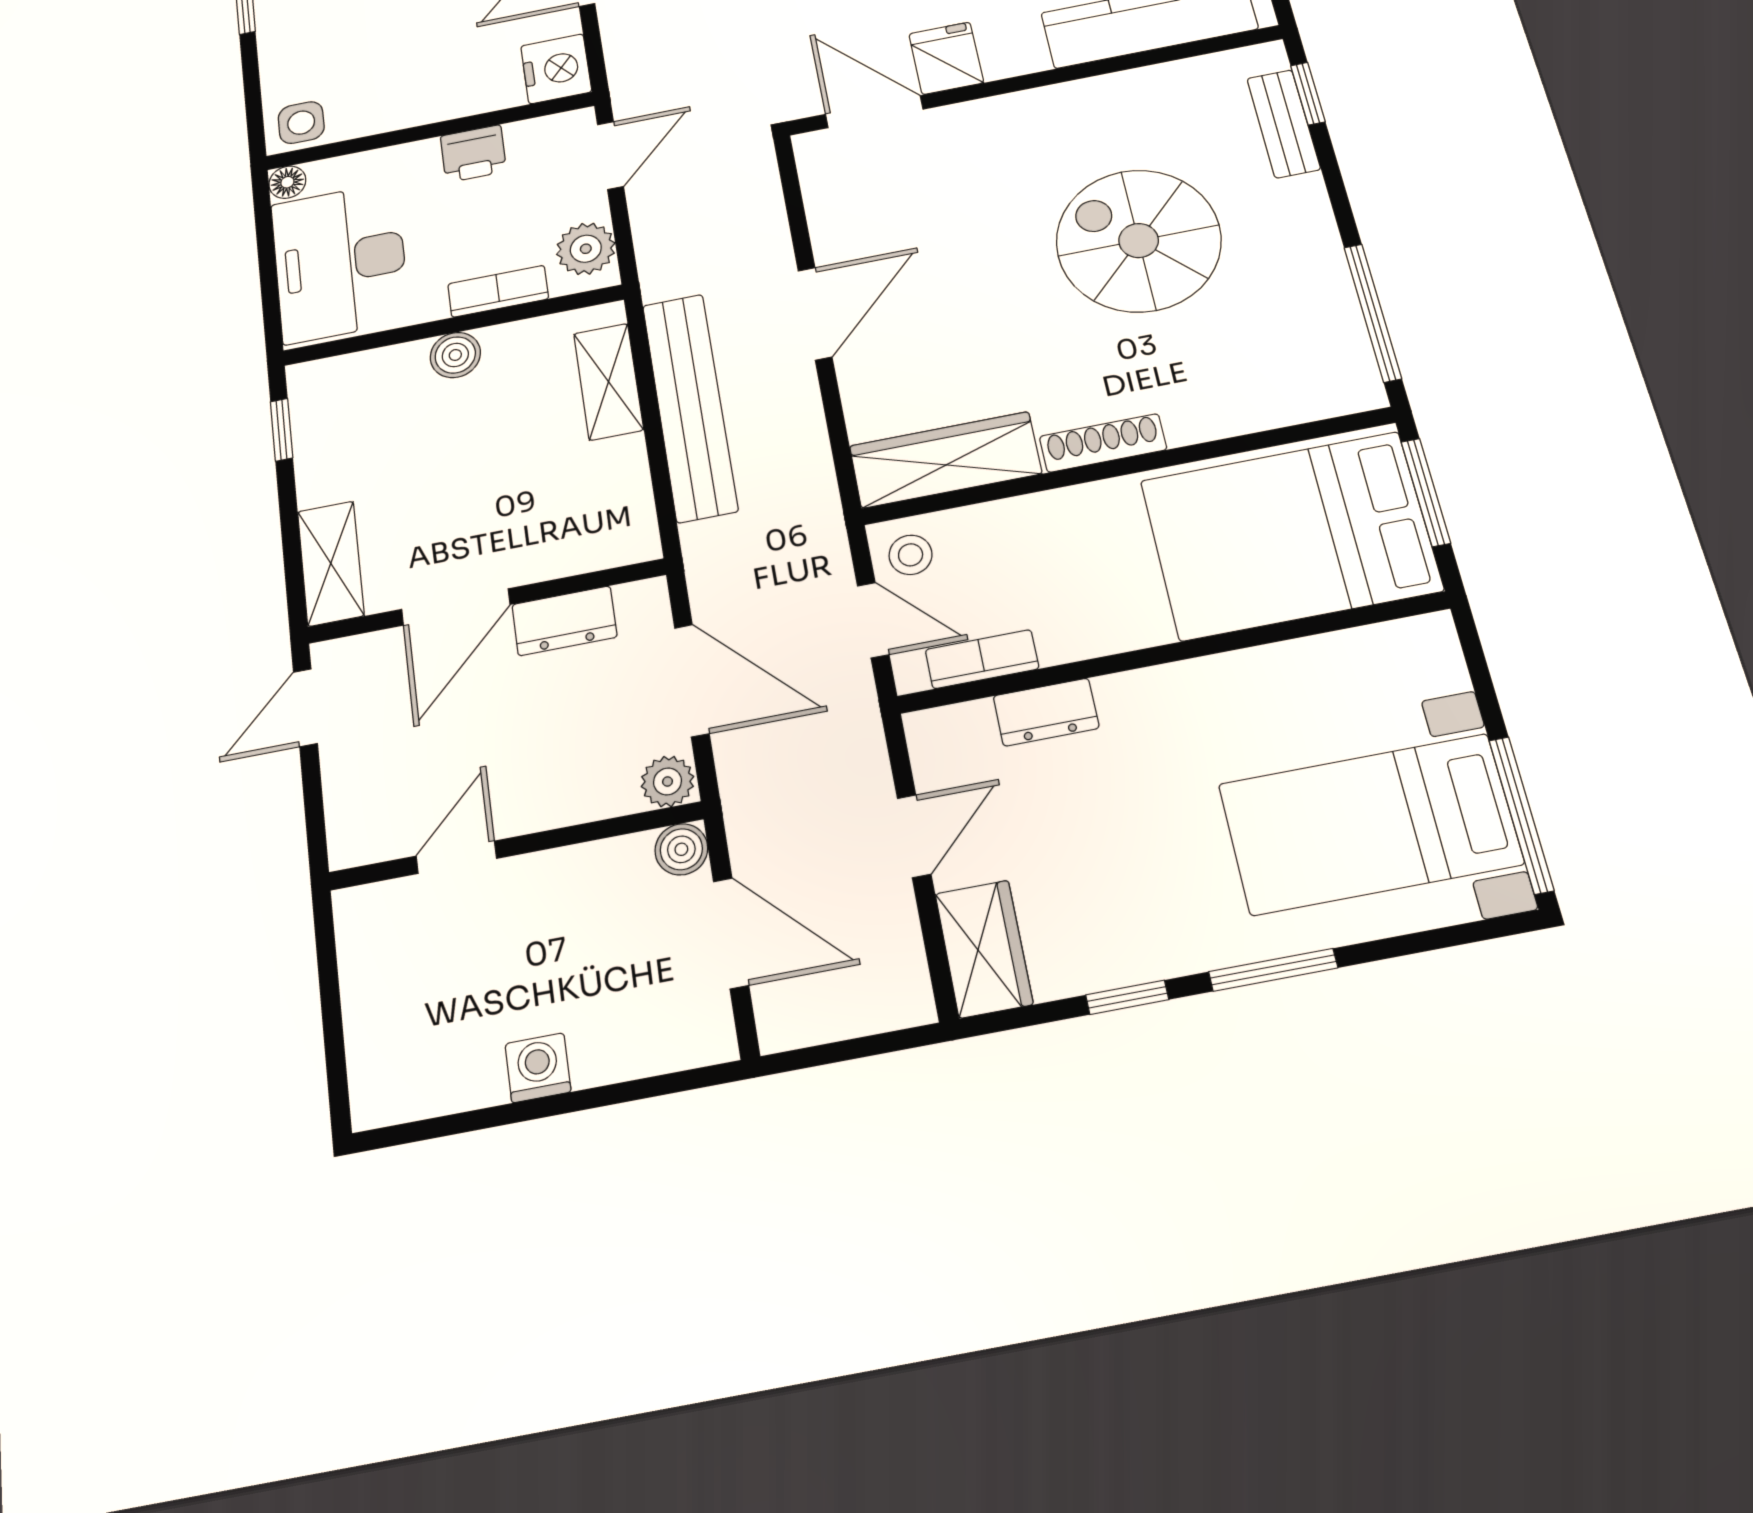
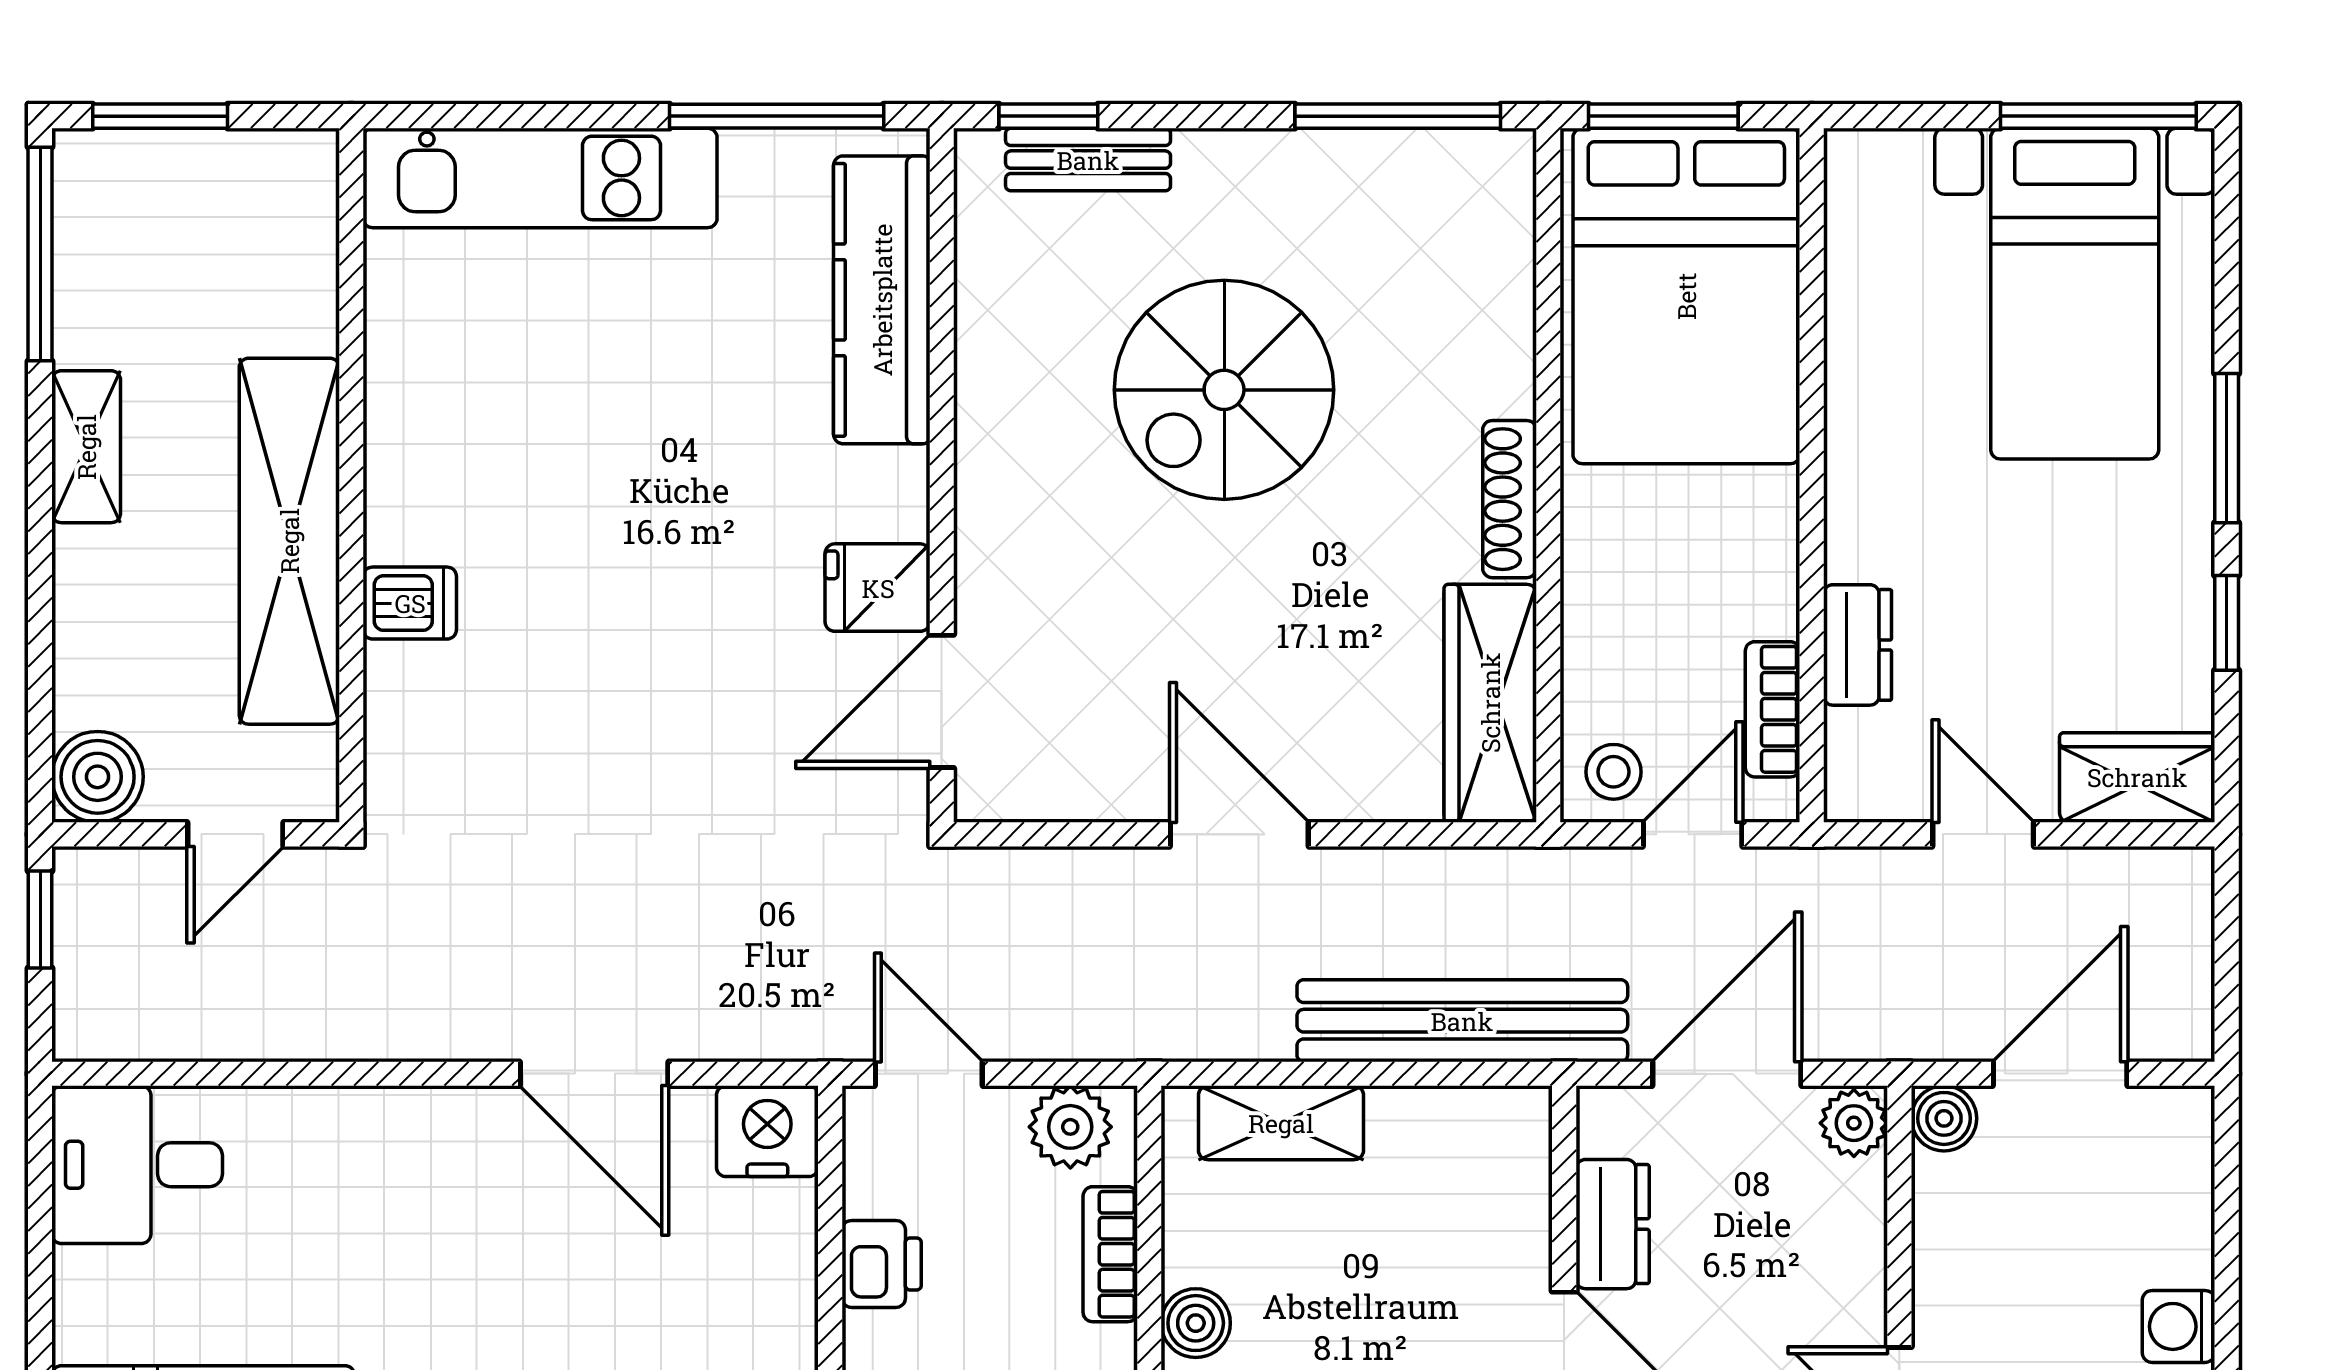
bench: (690, 407) -> (1462, 1021), moved

